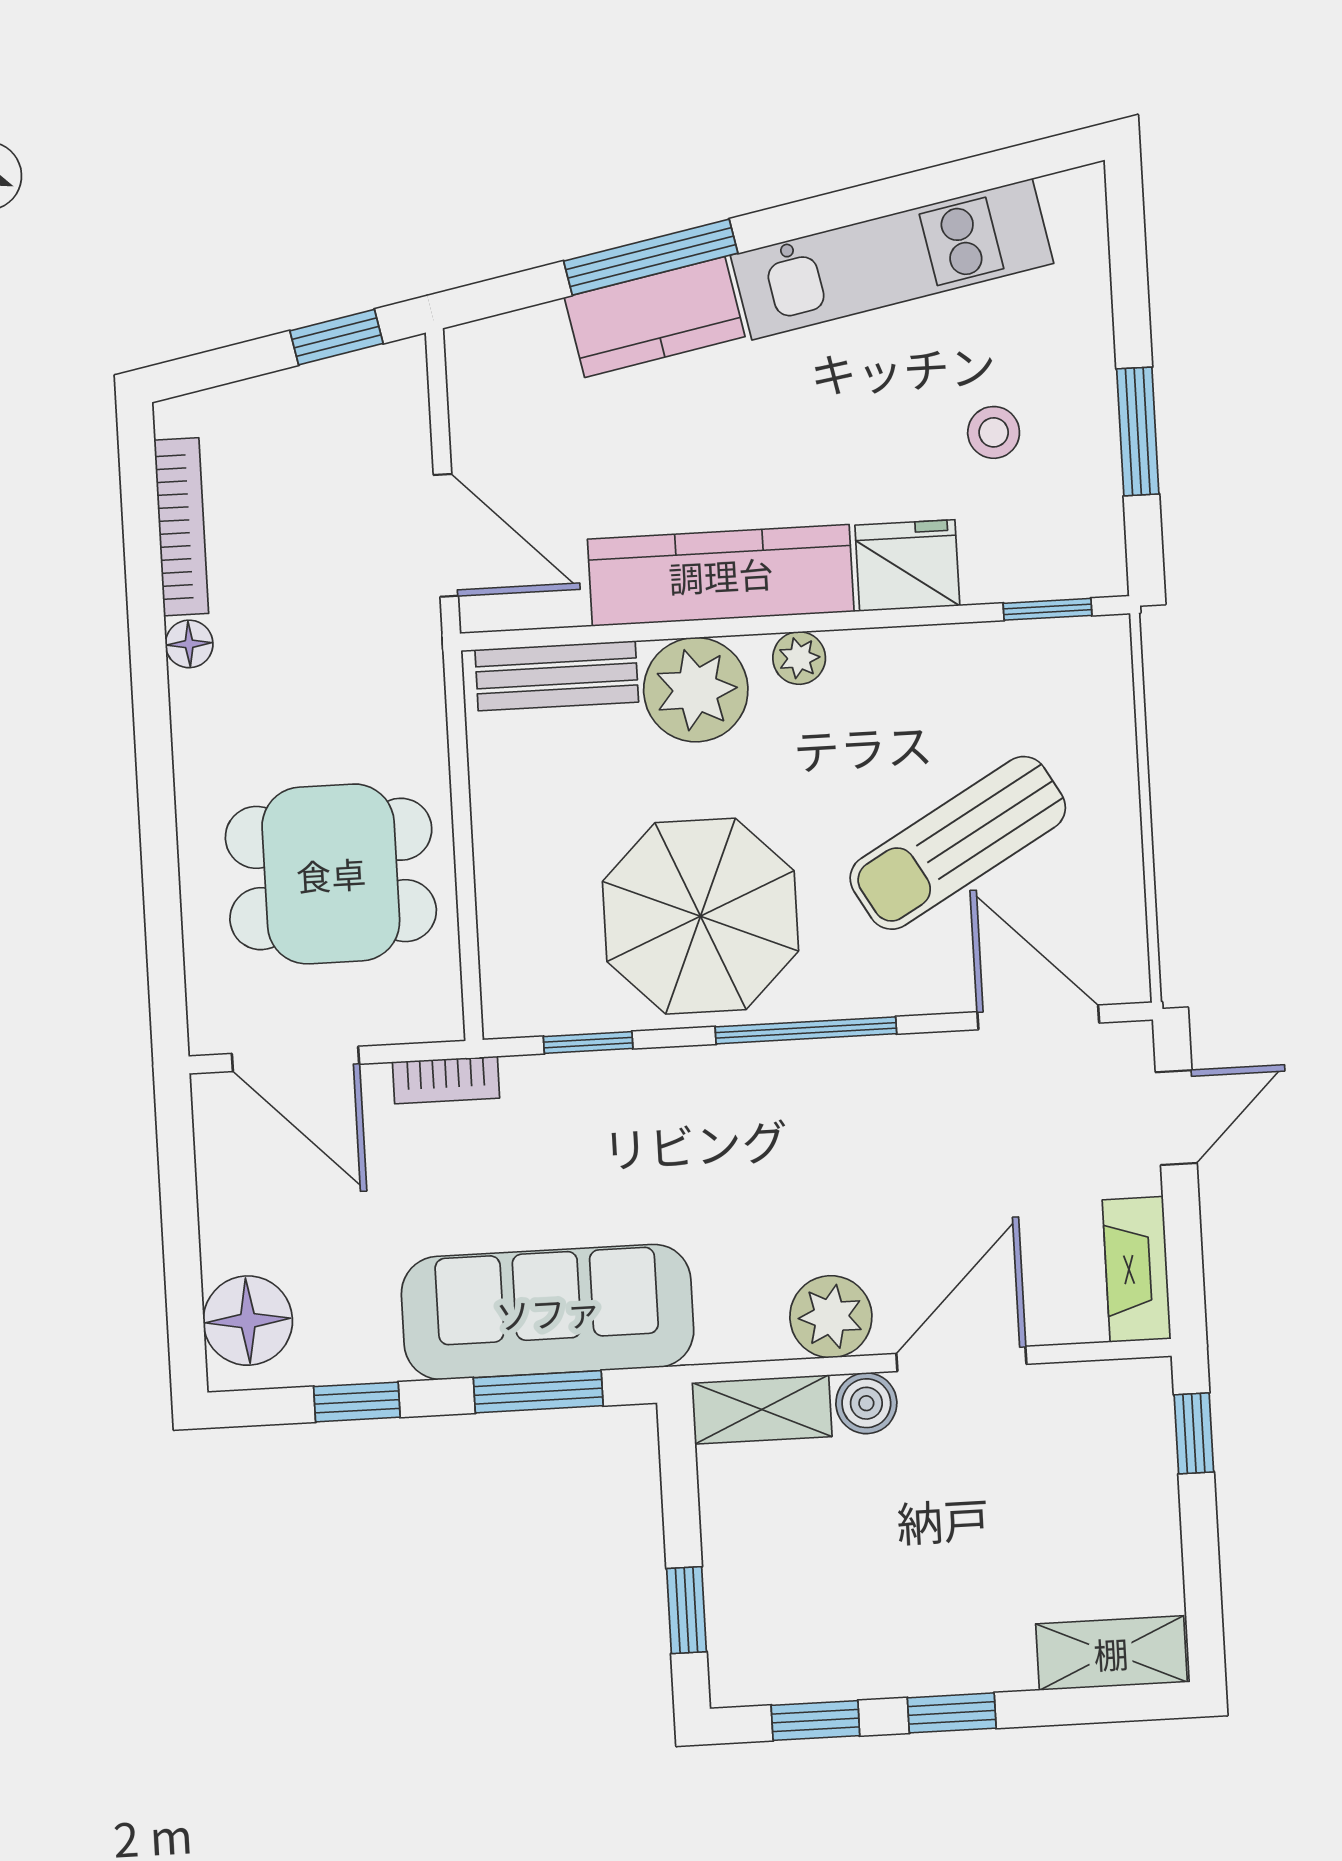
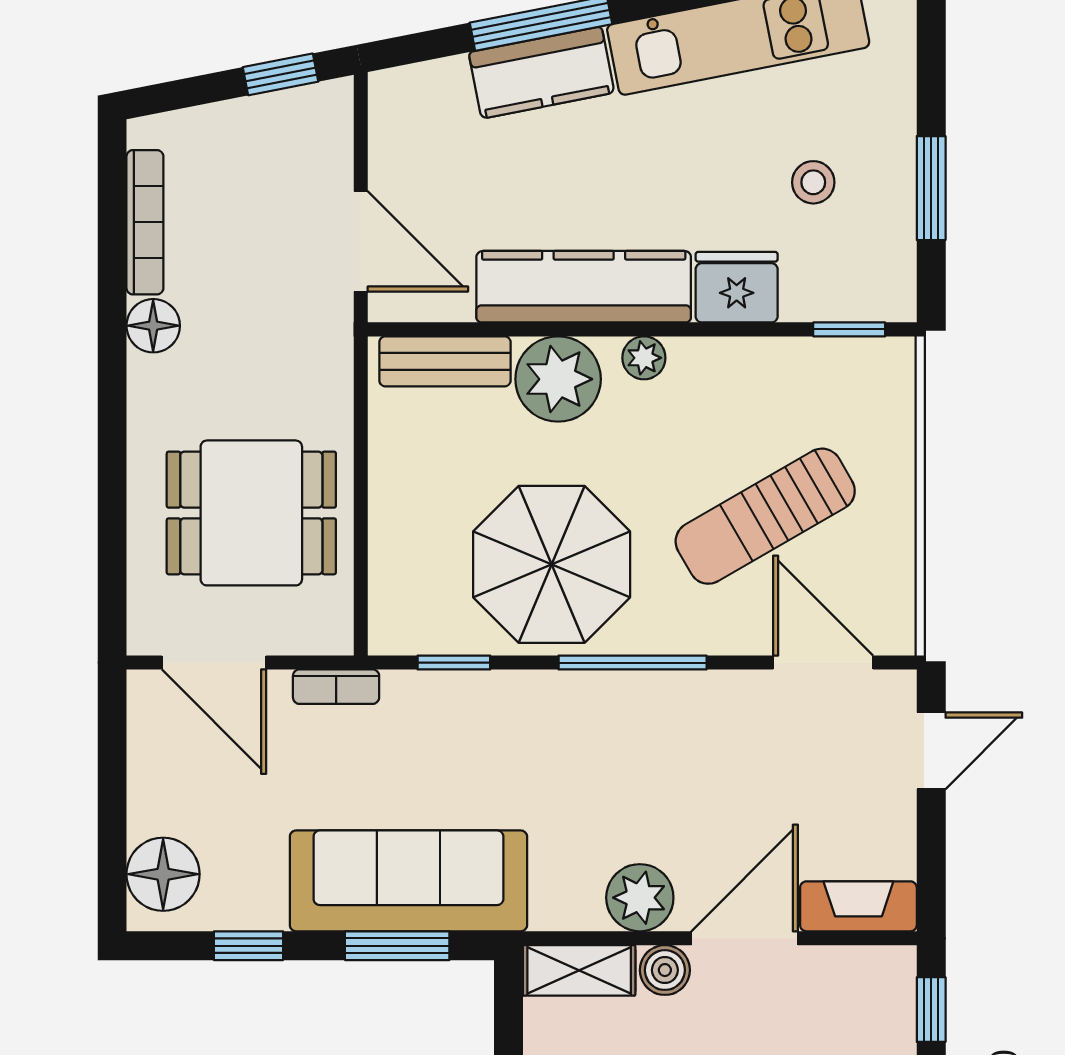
floor lamp: (189, 644) -> (153, 326), width x1.37, depth x1.37
fireplace: (1137, 1269) -> (858, 906), moved, turned 90

